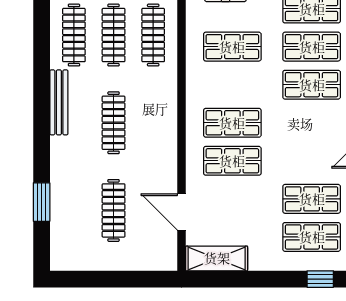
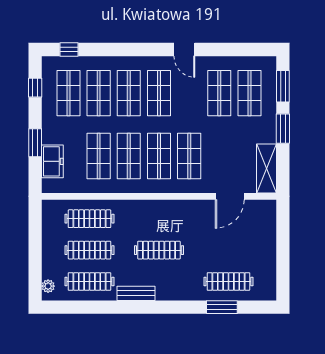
shop shelf: (232, 85) -> (129, 156), added
bench: (59, 102) -> (136, 293), width x0.73
shop shelf: (312, 123) -> (159, 93), added
clothes rail: (114, 210) -> (228, 281), moved
window: (267, 279) -> (283, 129), added
window: (320, 279) -> (283, 86), width x1.50

